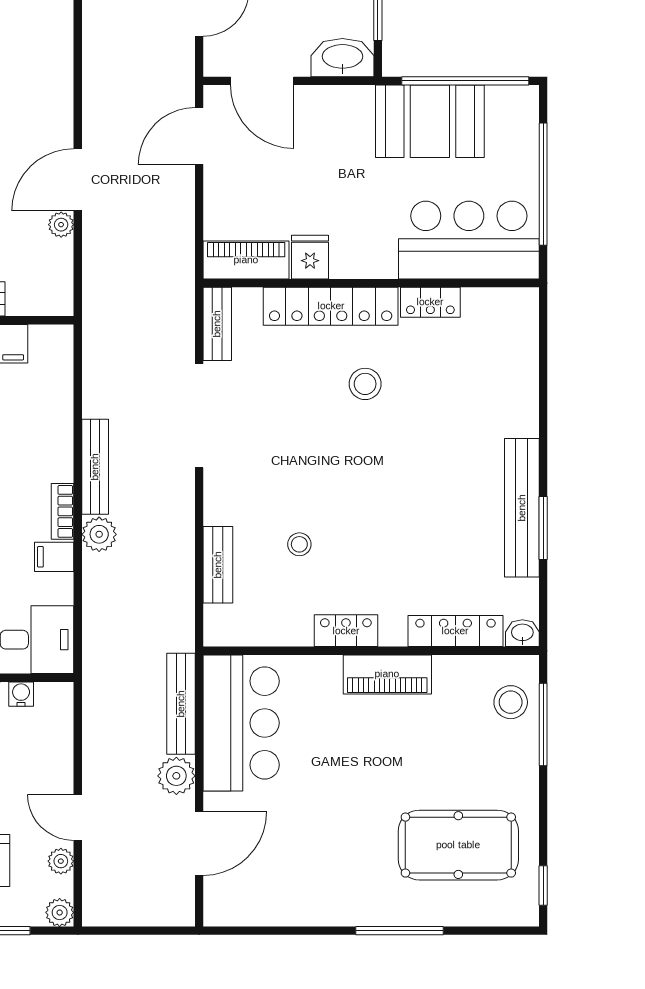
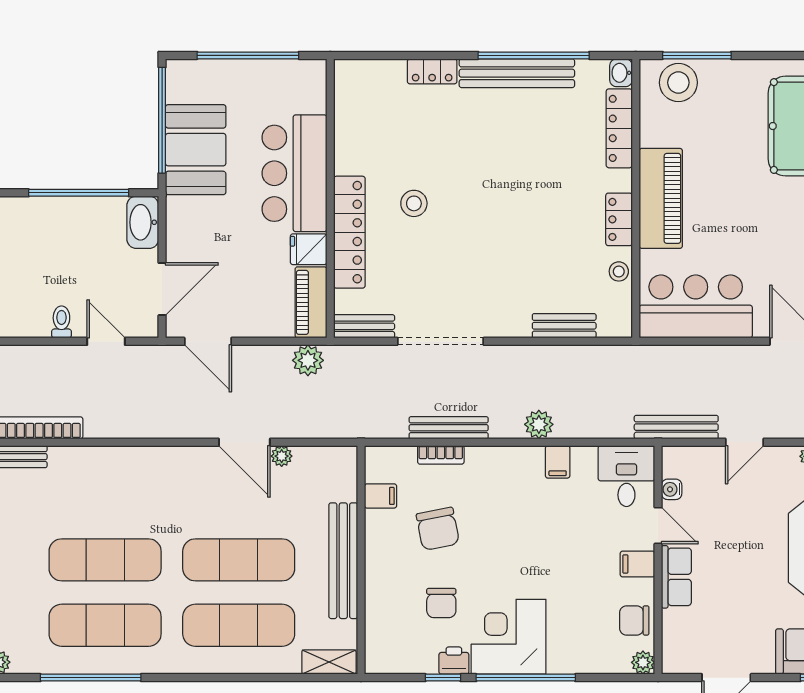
bar counter: (469, 240) -> (294, 173), moved
locker: (430, 302) -> (432, 71), moved, turned 90
bench: (95, 467) -> (449, 428), moved
bookcase: (63, 511) -> (441, 455), moved
window: (543, 528) -> (534, 55), width x2.11
stool: (299, 544) -> (619, 271), moved
piano: (387, 674) -> (661, 198), width x1.37, depth x1.33
stool: (511, 702) -> (678, 83), width x1.38, depth x1.38
bench: (181, 704) -> (676, 427), moved
plant: (176, 776) -> (308, 360), moved
door: (78, 817) -> (744, 442), moved

